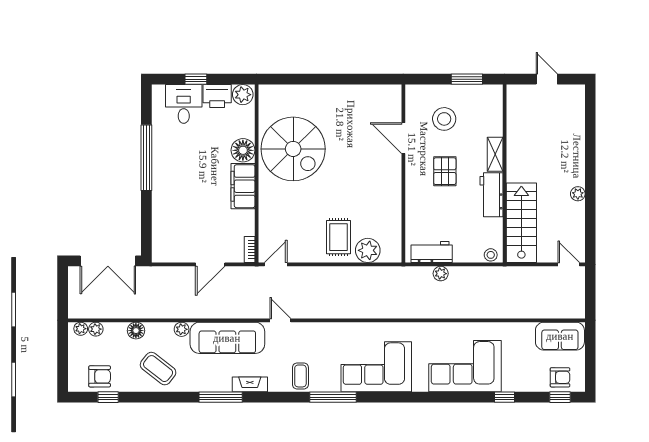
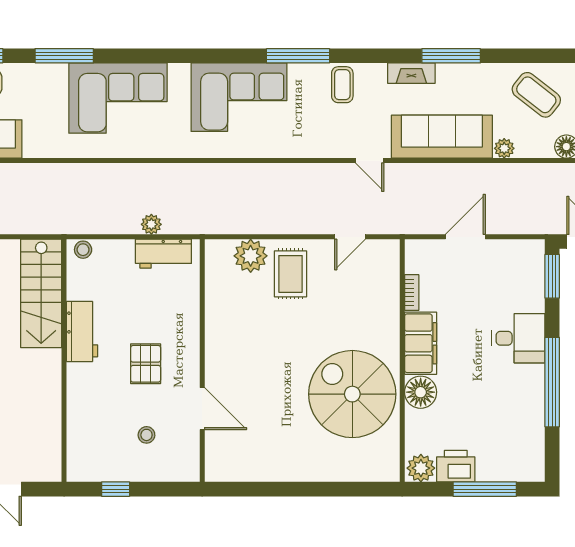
window: (196, 79) -> (485, 489), width x2.17
window: (467, 79) -> (116, 489), width x0.67
desk: (184, 104) -> (518, 338), moved, turned -90
stool: (444, 119) -> (146, 435), width x0.53, depth x0.53
shelving: (495, 154) -> (77, 387), removed
window: (146, 235) -> (552, 276), added
bookcase: (250, 250) -> (412, 293), moved
door: (276, 264) -> (350, 237), moved
window: (504, 397) -> (64, 56), width x2.17

